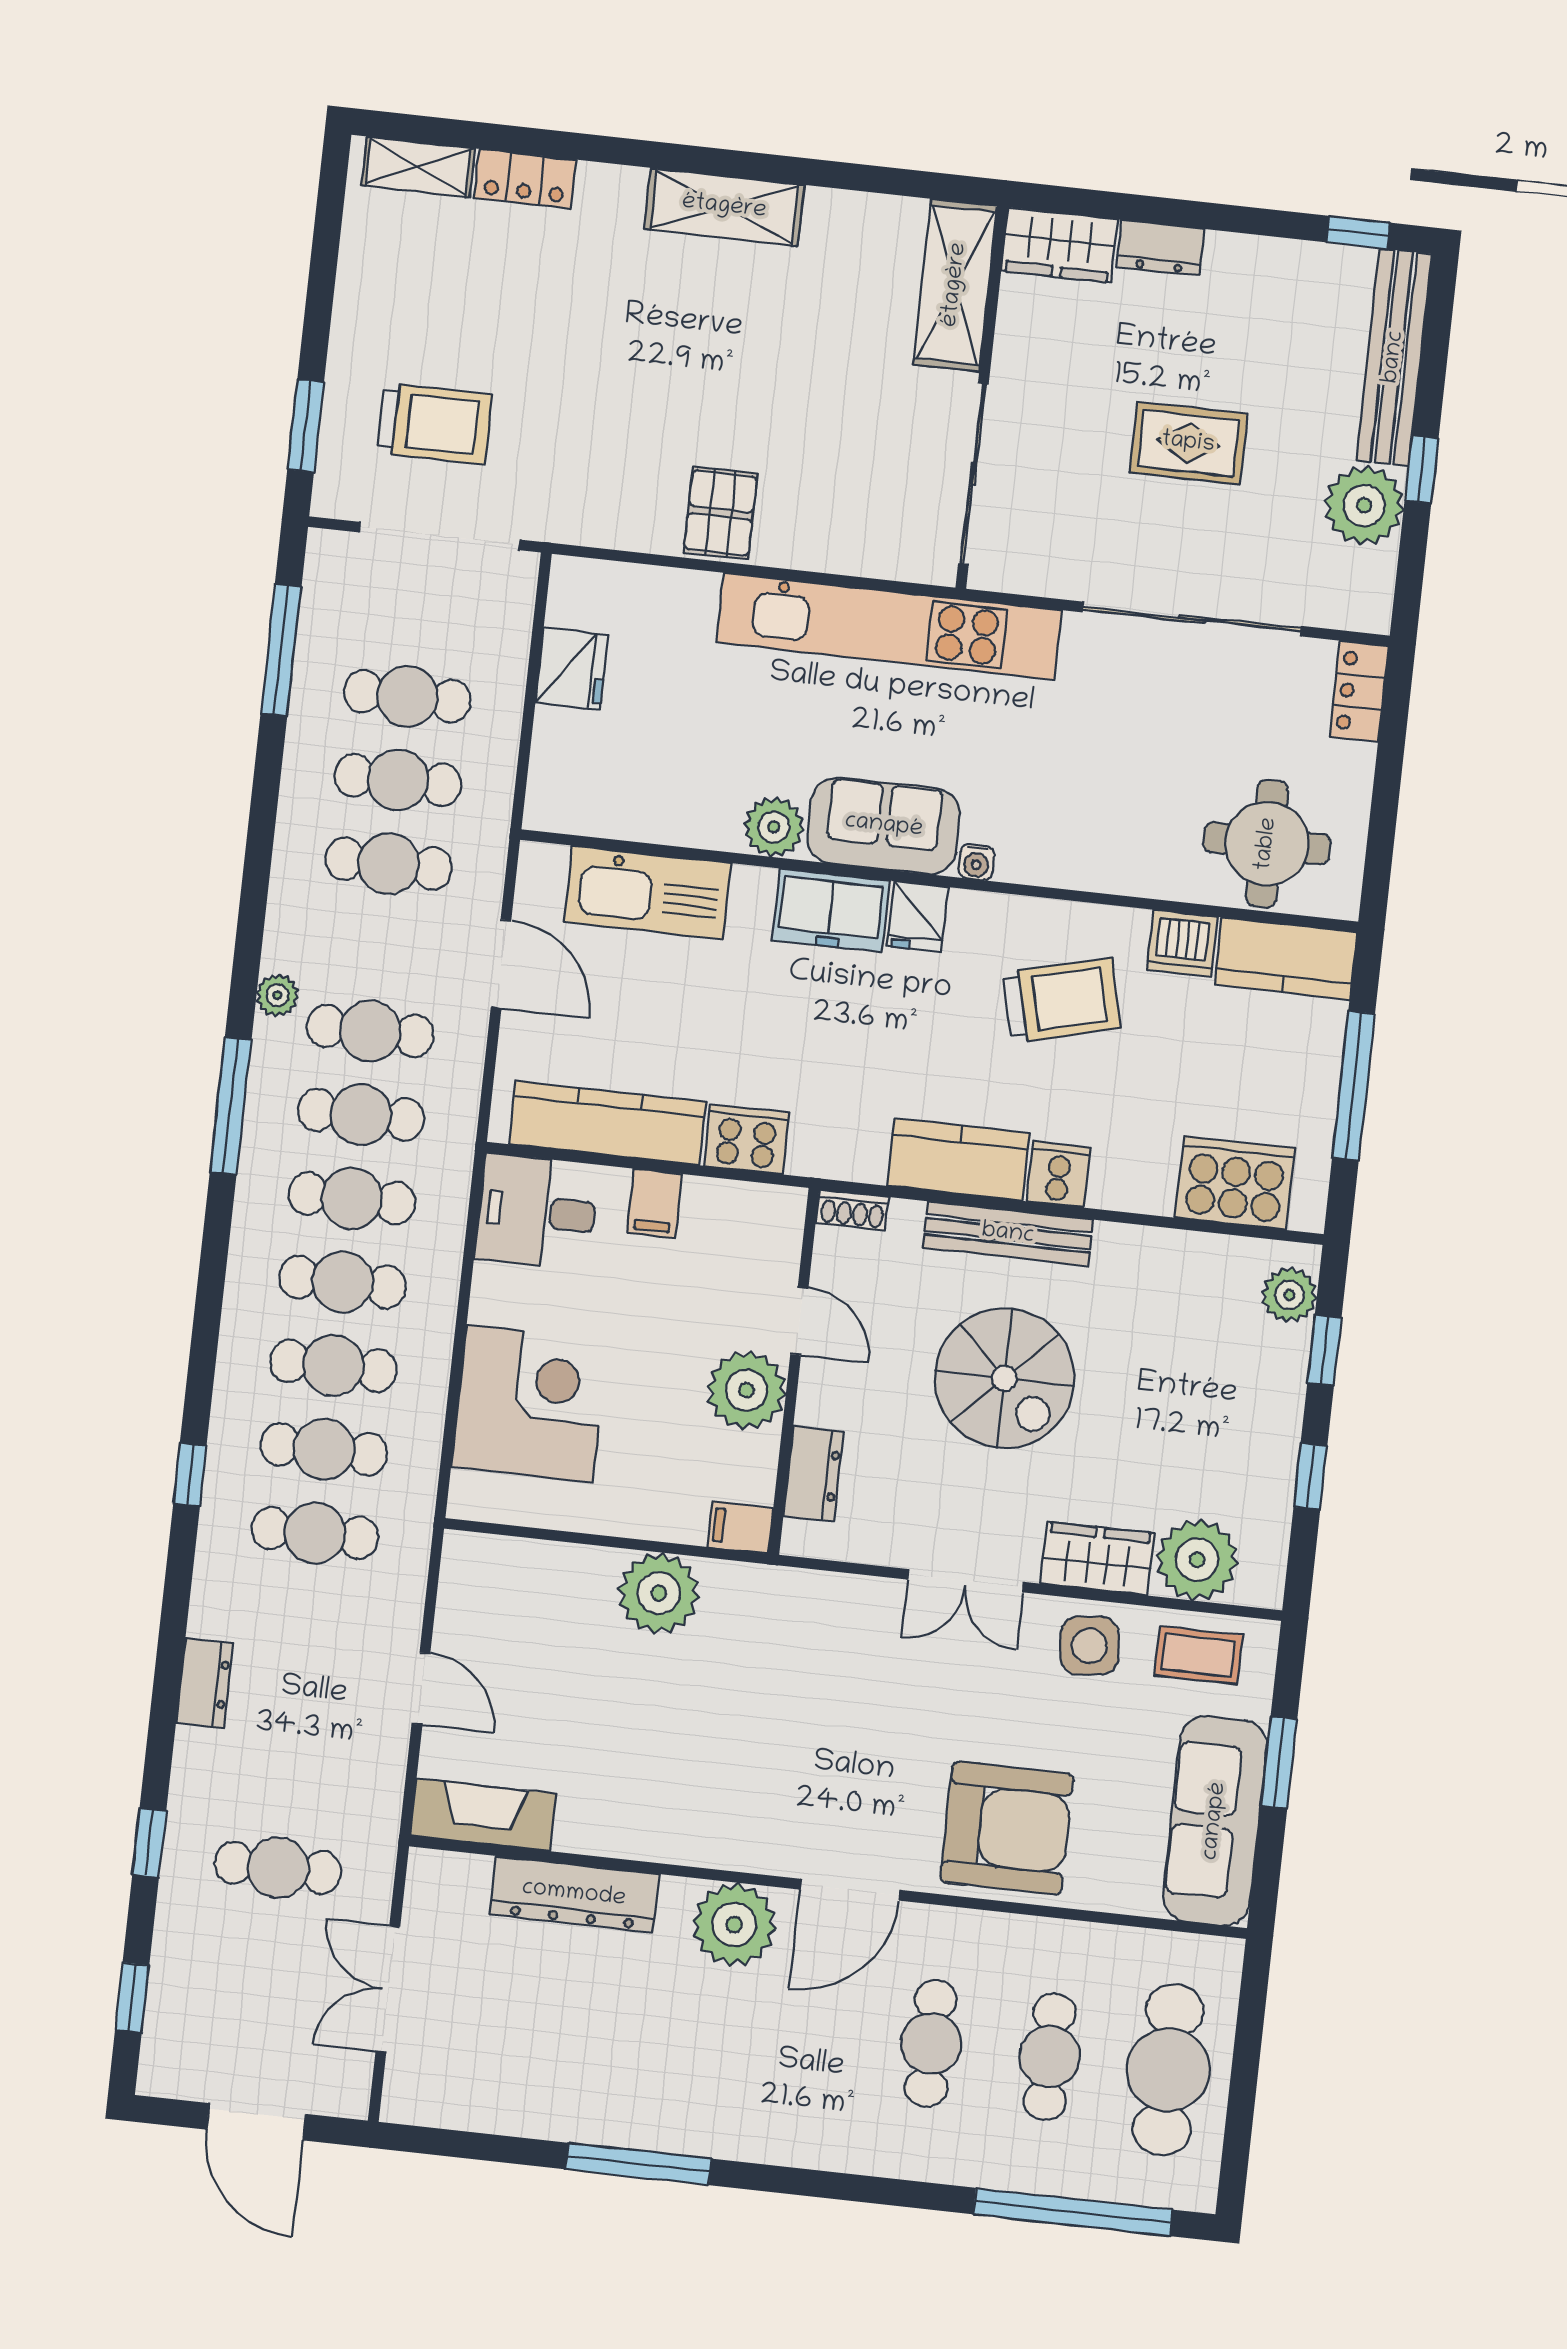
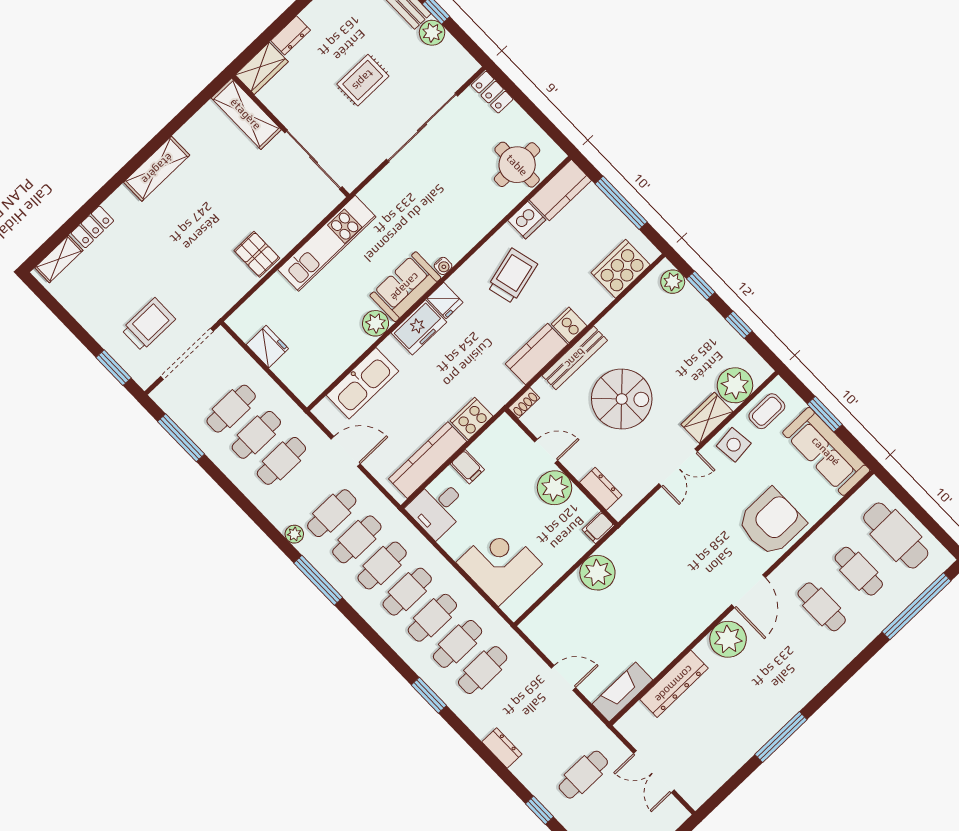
plant: (1364, 505) -> (432, 33), width x0.73, depth x0.73
kitchen unit: (889, 626) -> (327, 243), width x0.73
window: (190, 1475) -> (429, 695), width x1.50

